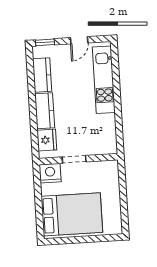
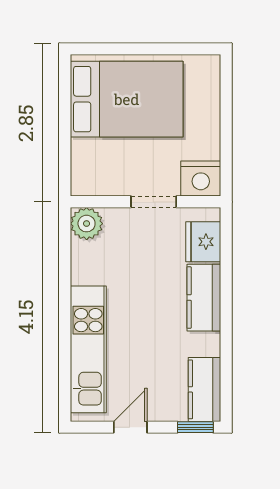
kitchen counter: (42, 75) -> (204, 389), moved
plant: (109, 146) -> (87, 224), added
bed: (72, 214) -> (127, 99), moved, turned 180

